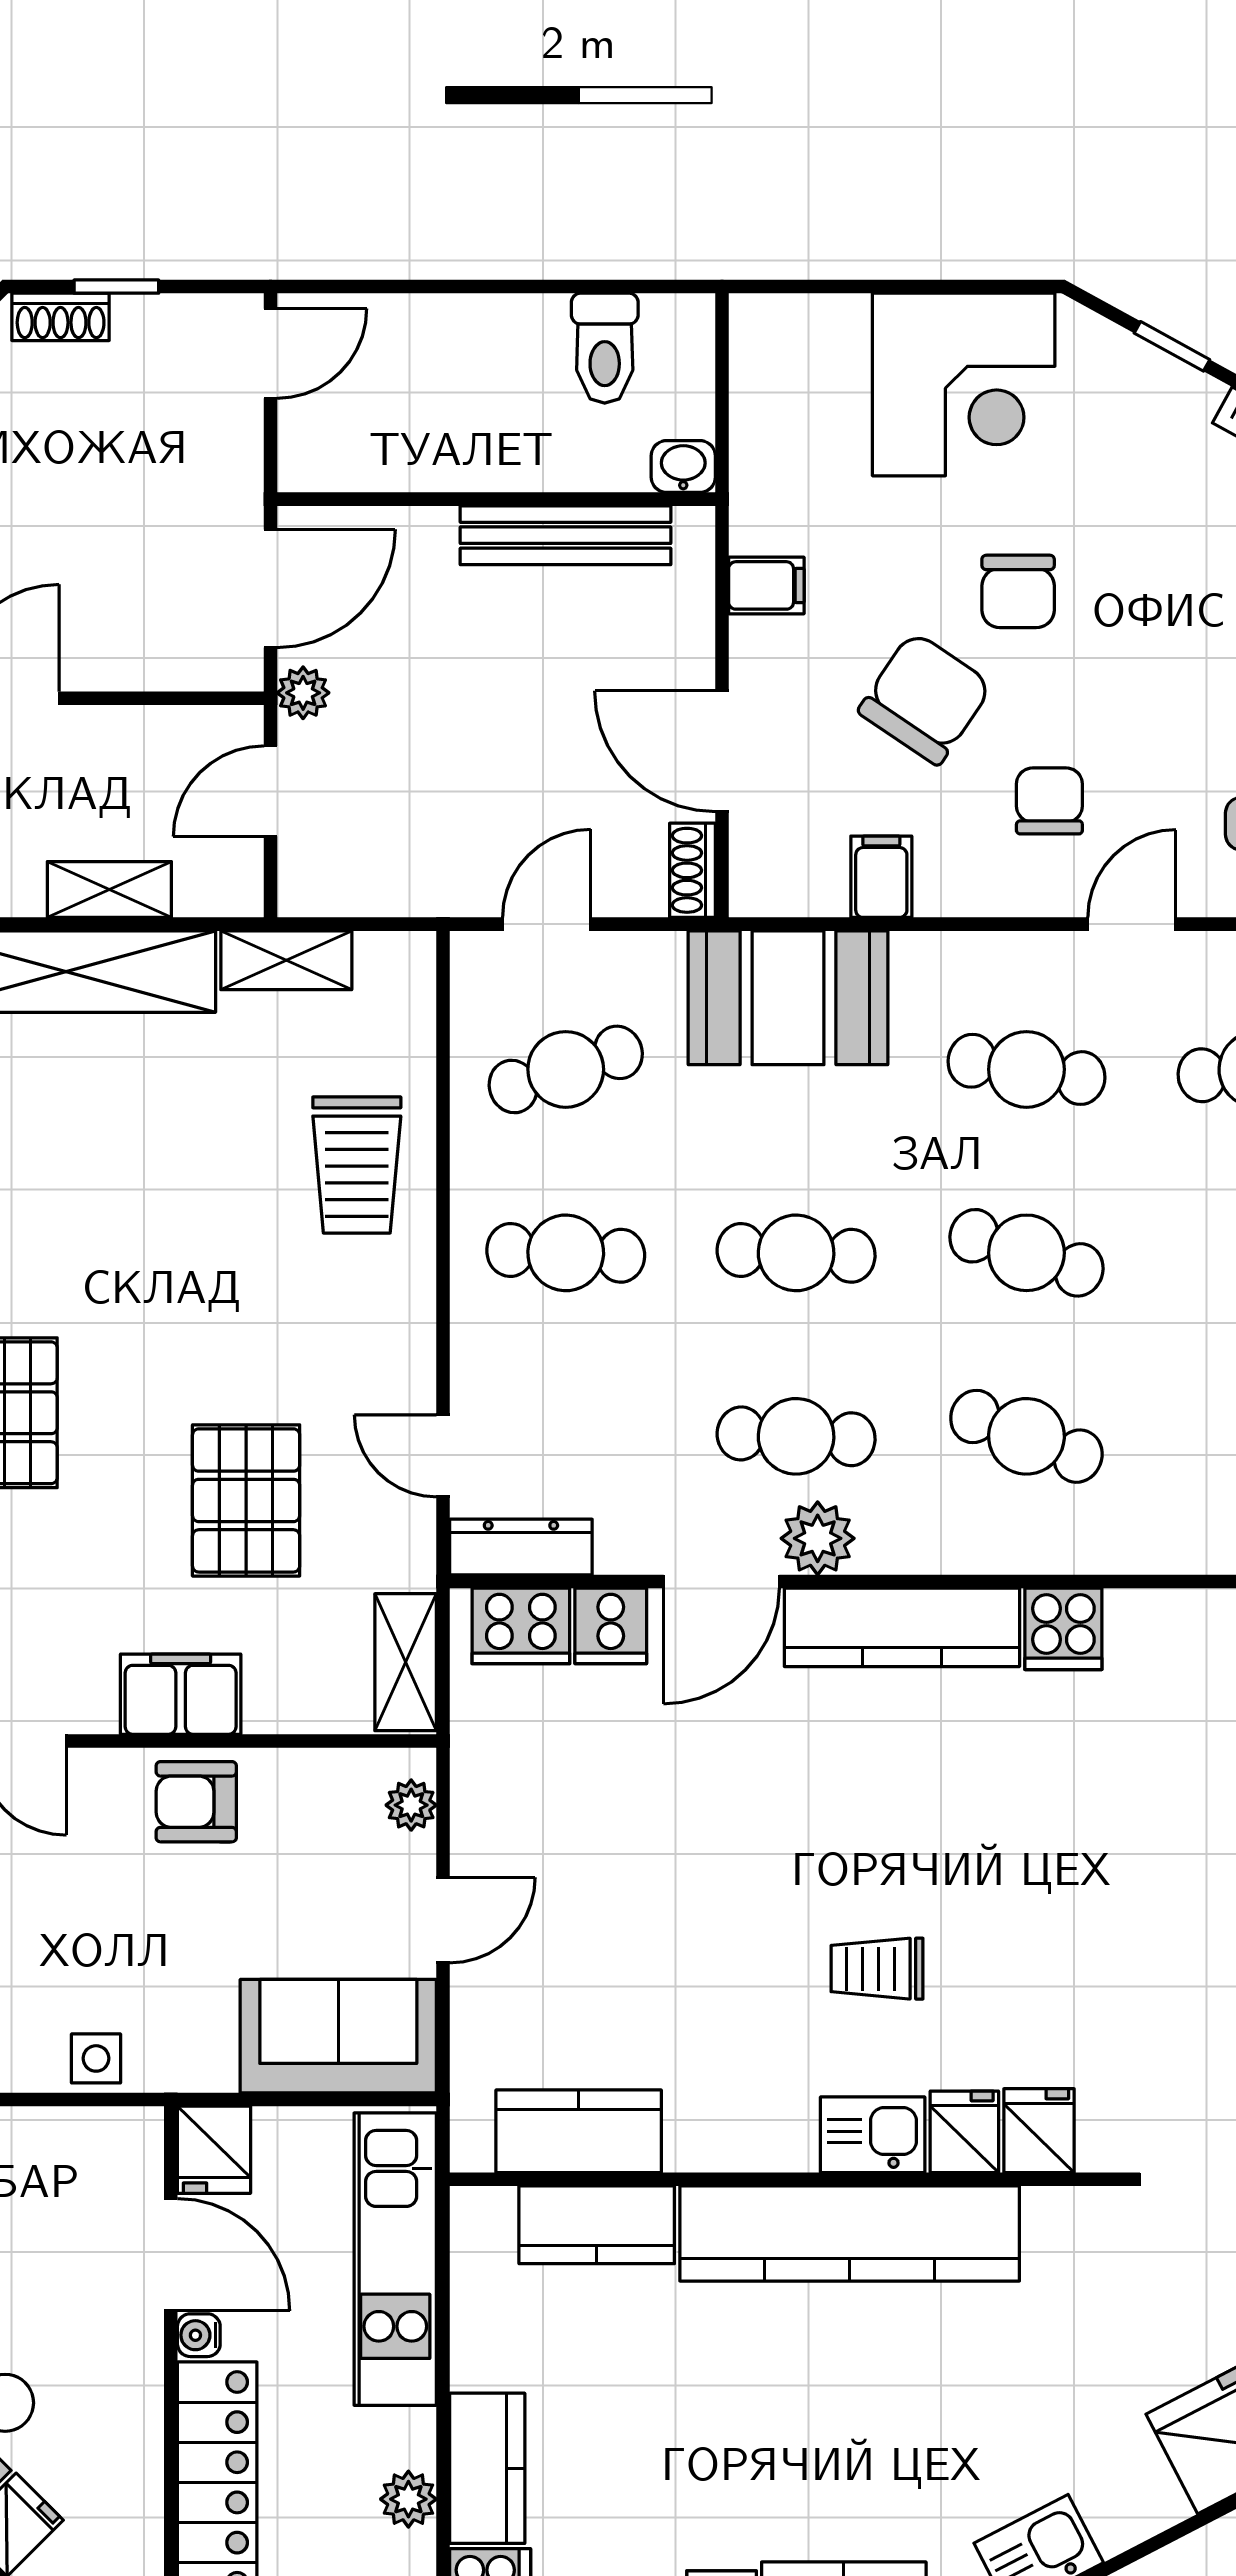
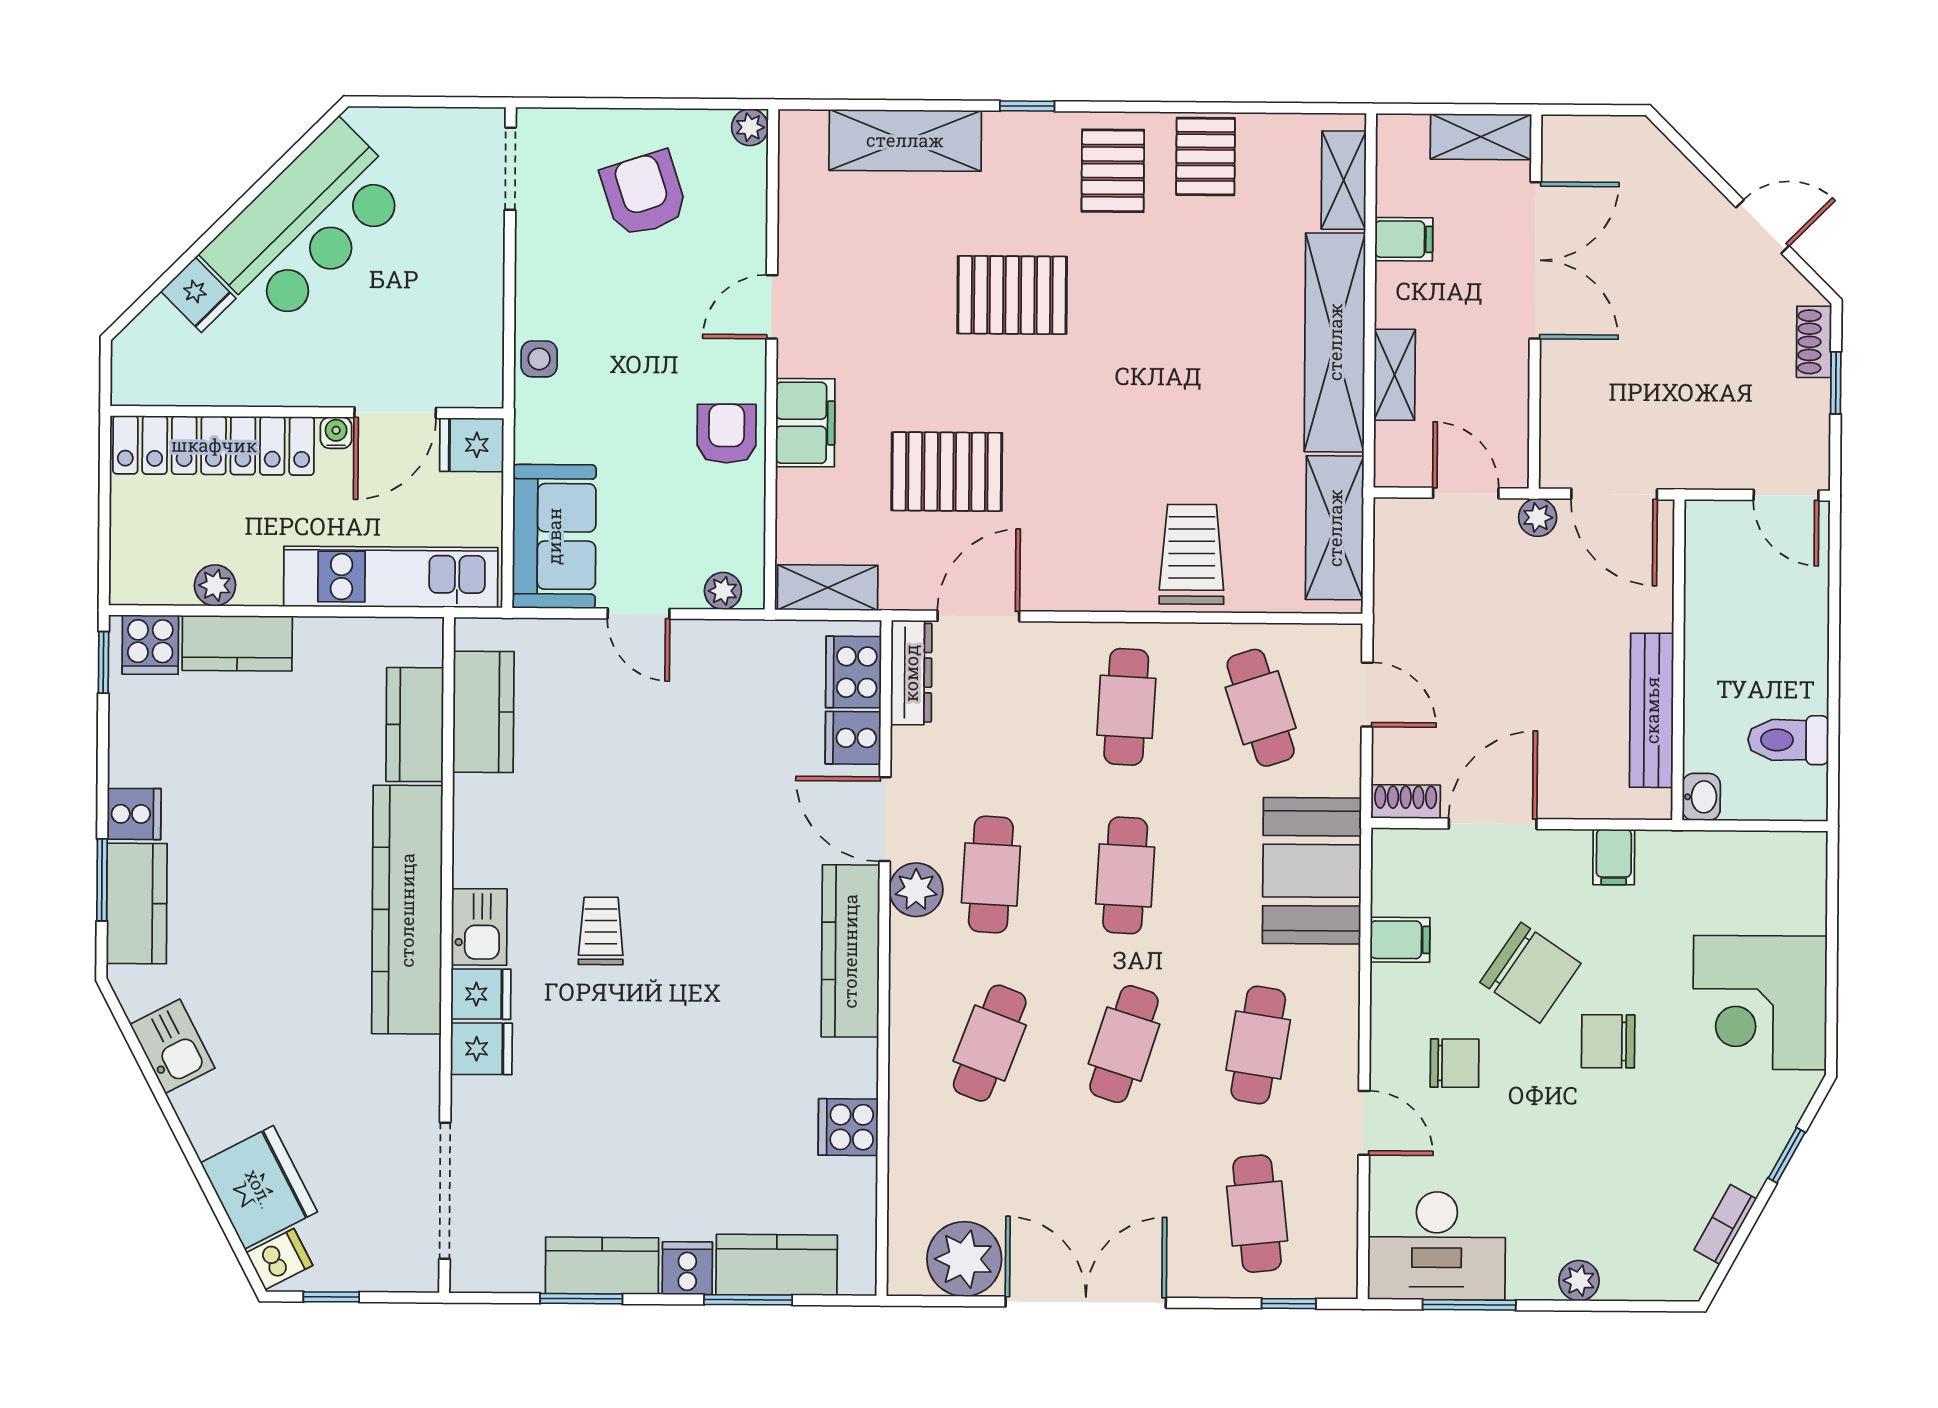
shelving: (286, 960) -> (1335, 528), width x1.50, depth x1.33
trolley: (357, 1165) -> (1192, 554), turned 90
door: (443, 1456) -> (978, 616), width x1.38
cooker: (1063, 1629) -> (848, 1127), moved

